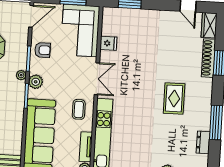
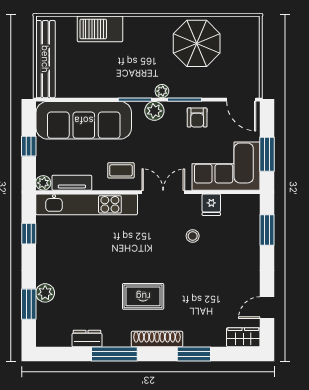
shoe rack: (208, 58) -> (157, 339), moved
stool: (131, 59) -> (193, 236), added
double door: (97, 79) -> (163, 192), swing flipped

